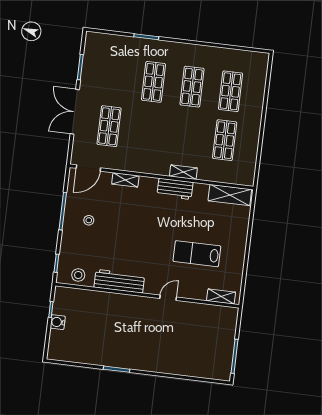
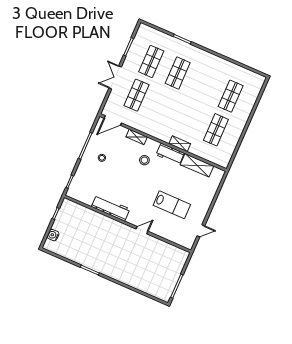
shop shelf: (192, 87) -> (151, 61), moved
double door: (75, 112) -> (115, 77), width x0.73
shelving: (230, 195) -> (197, 165), moved
lab bench: (197, 254) -> (172, 205), turned 180
stool: (78, 275) -> (144, 160), moved
door: (244, 276) -> (201, 231), added
shelving: (221, 296) -> (180, 241), removed
water cooler: (58, 322) -> (53, 235), moved

